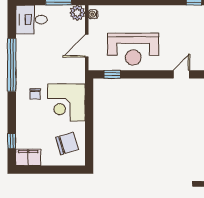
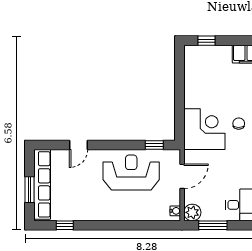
corner desk: (66, 102) -> (204, 129), moved
chair: (67, 143) -> (204, 69), removed
window: (64, 170) -> (206, 41), added

